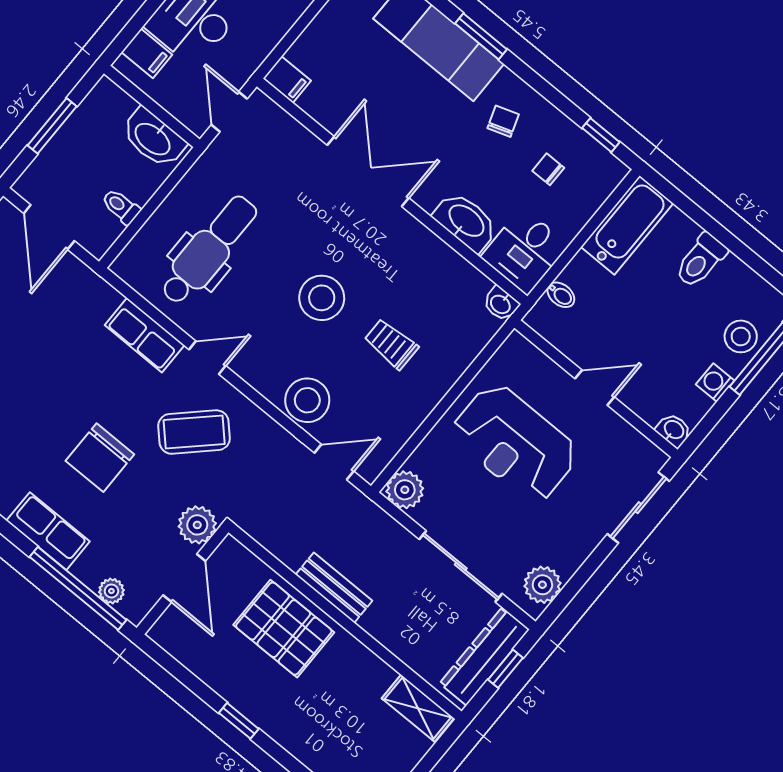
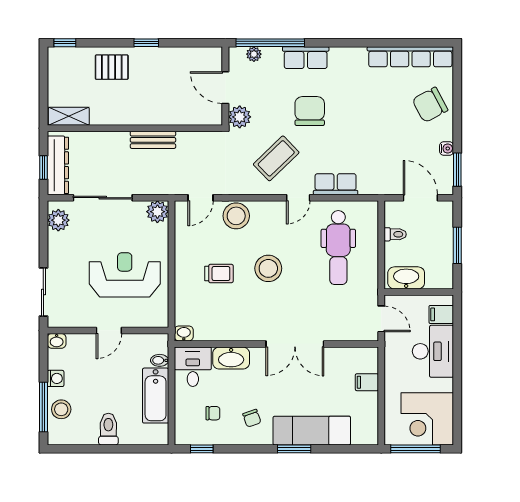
filing cabinet: (287, 80) -> (367, 382), moved
bathtub: (627, 225) -> (156, 396), moved
pallet: (284, 629) -> (112, 67), moved, width x0.67, depth x0.71

